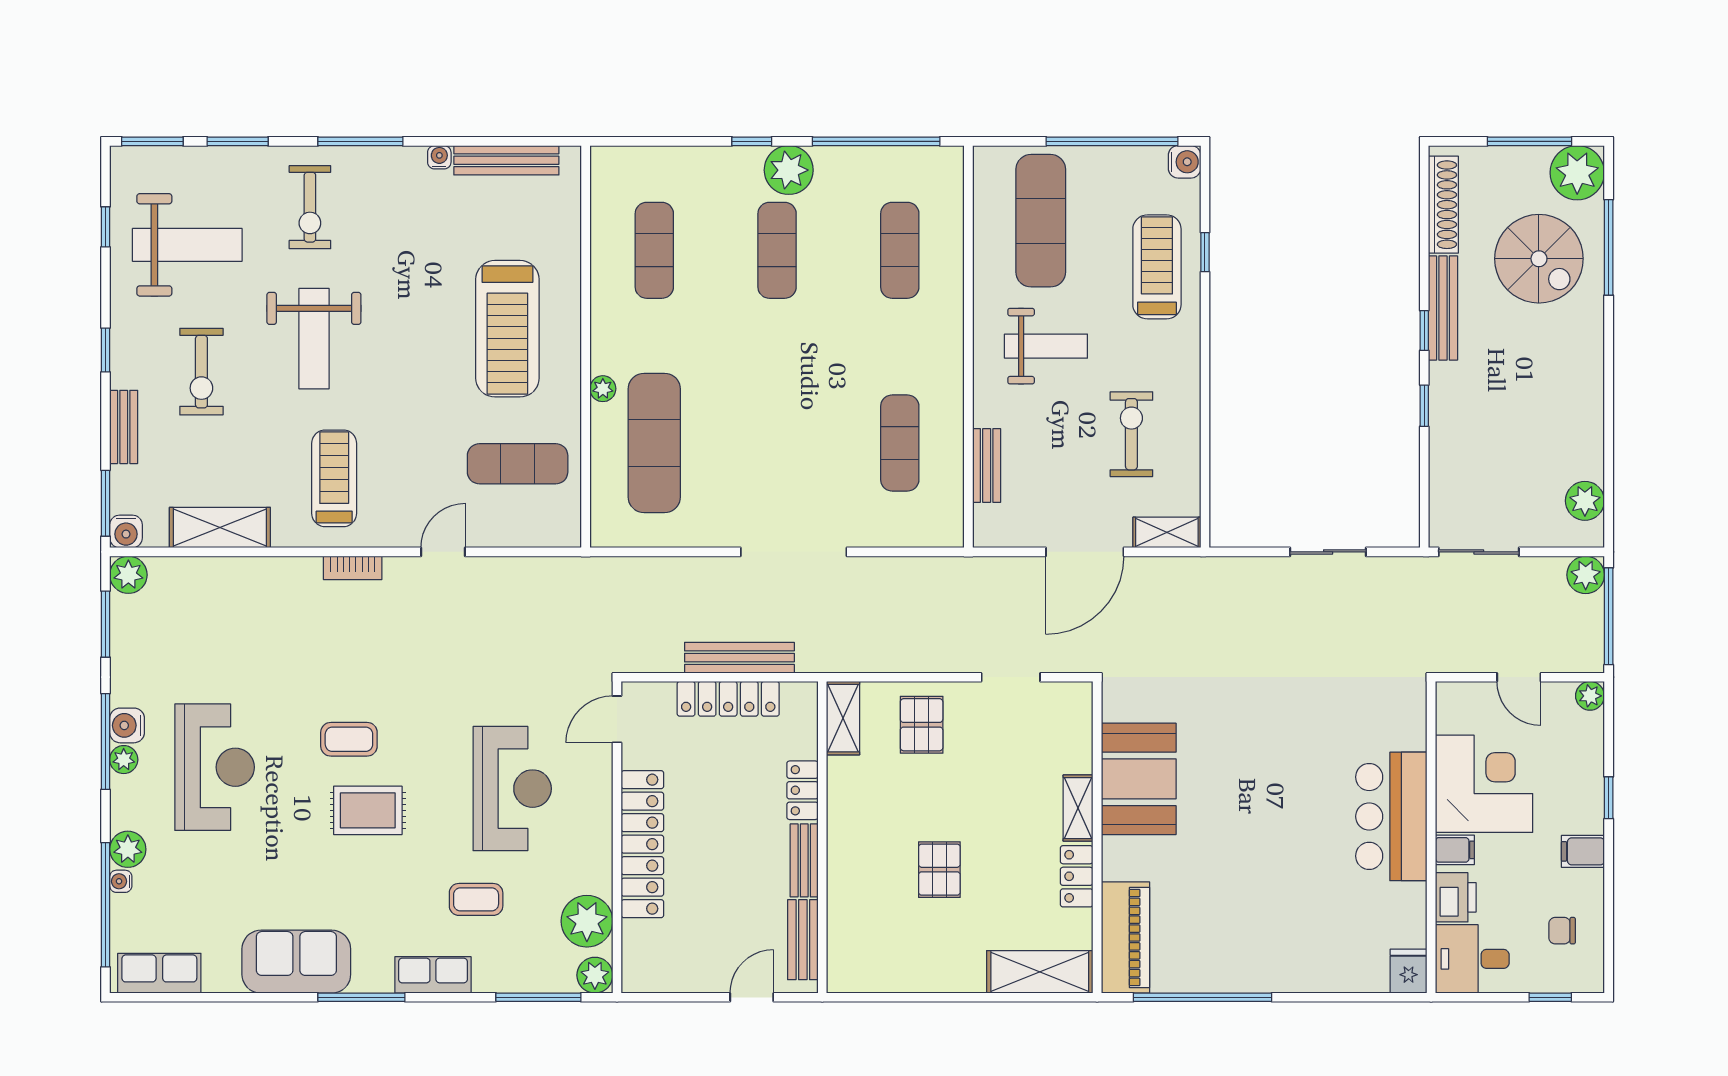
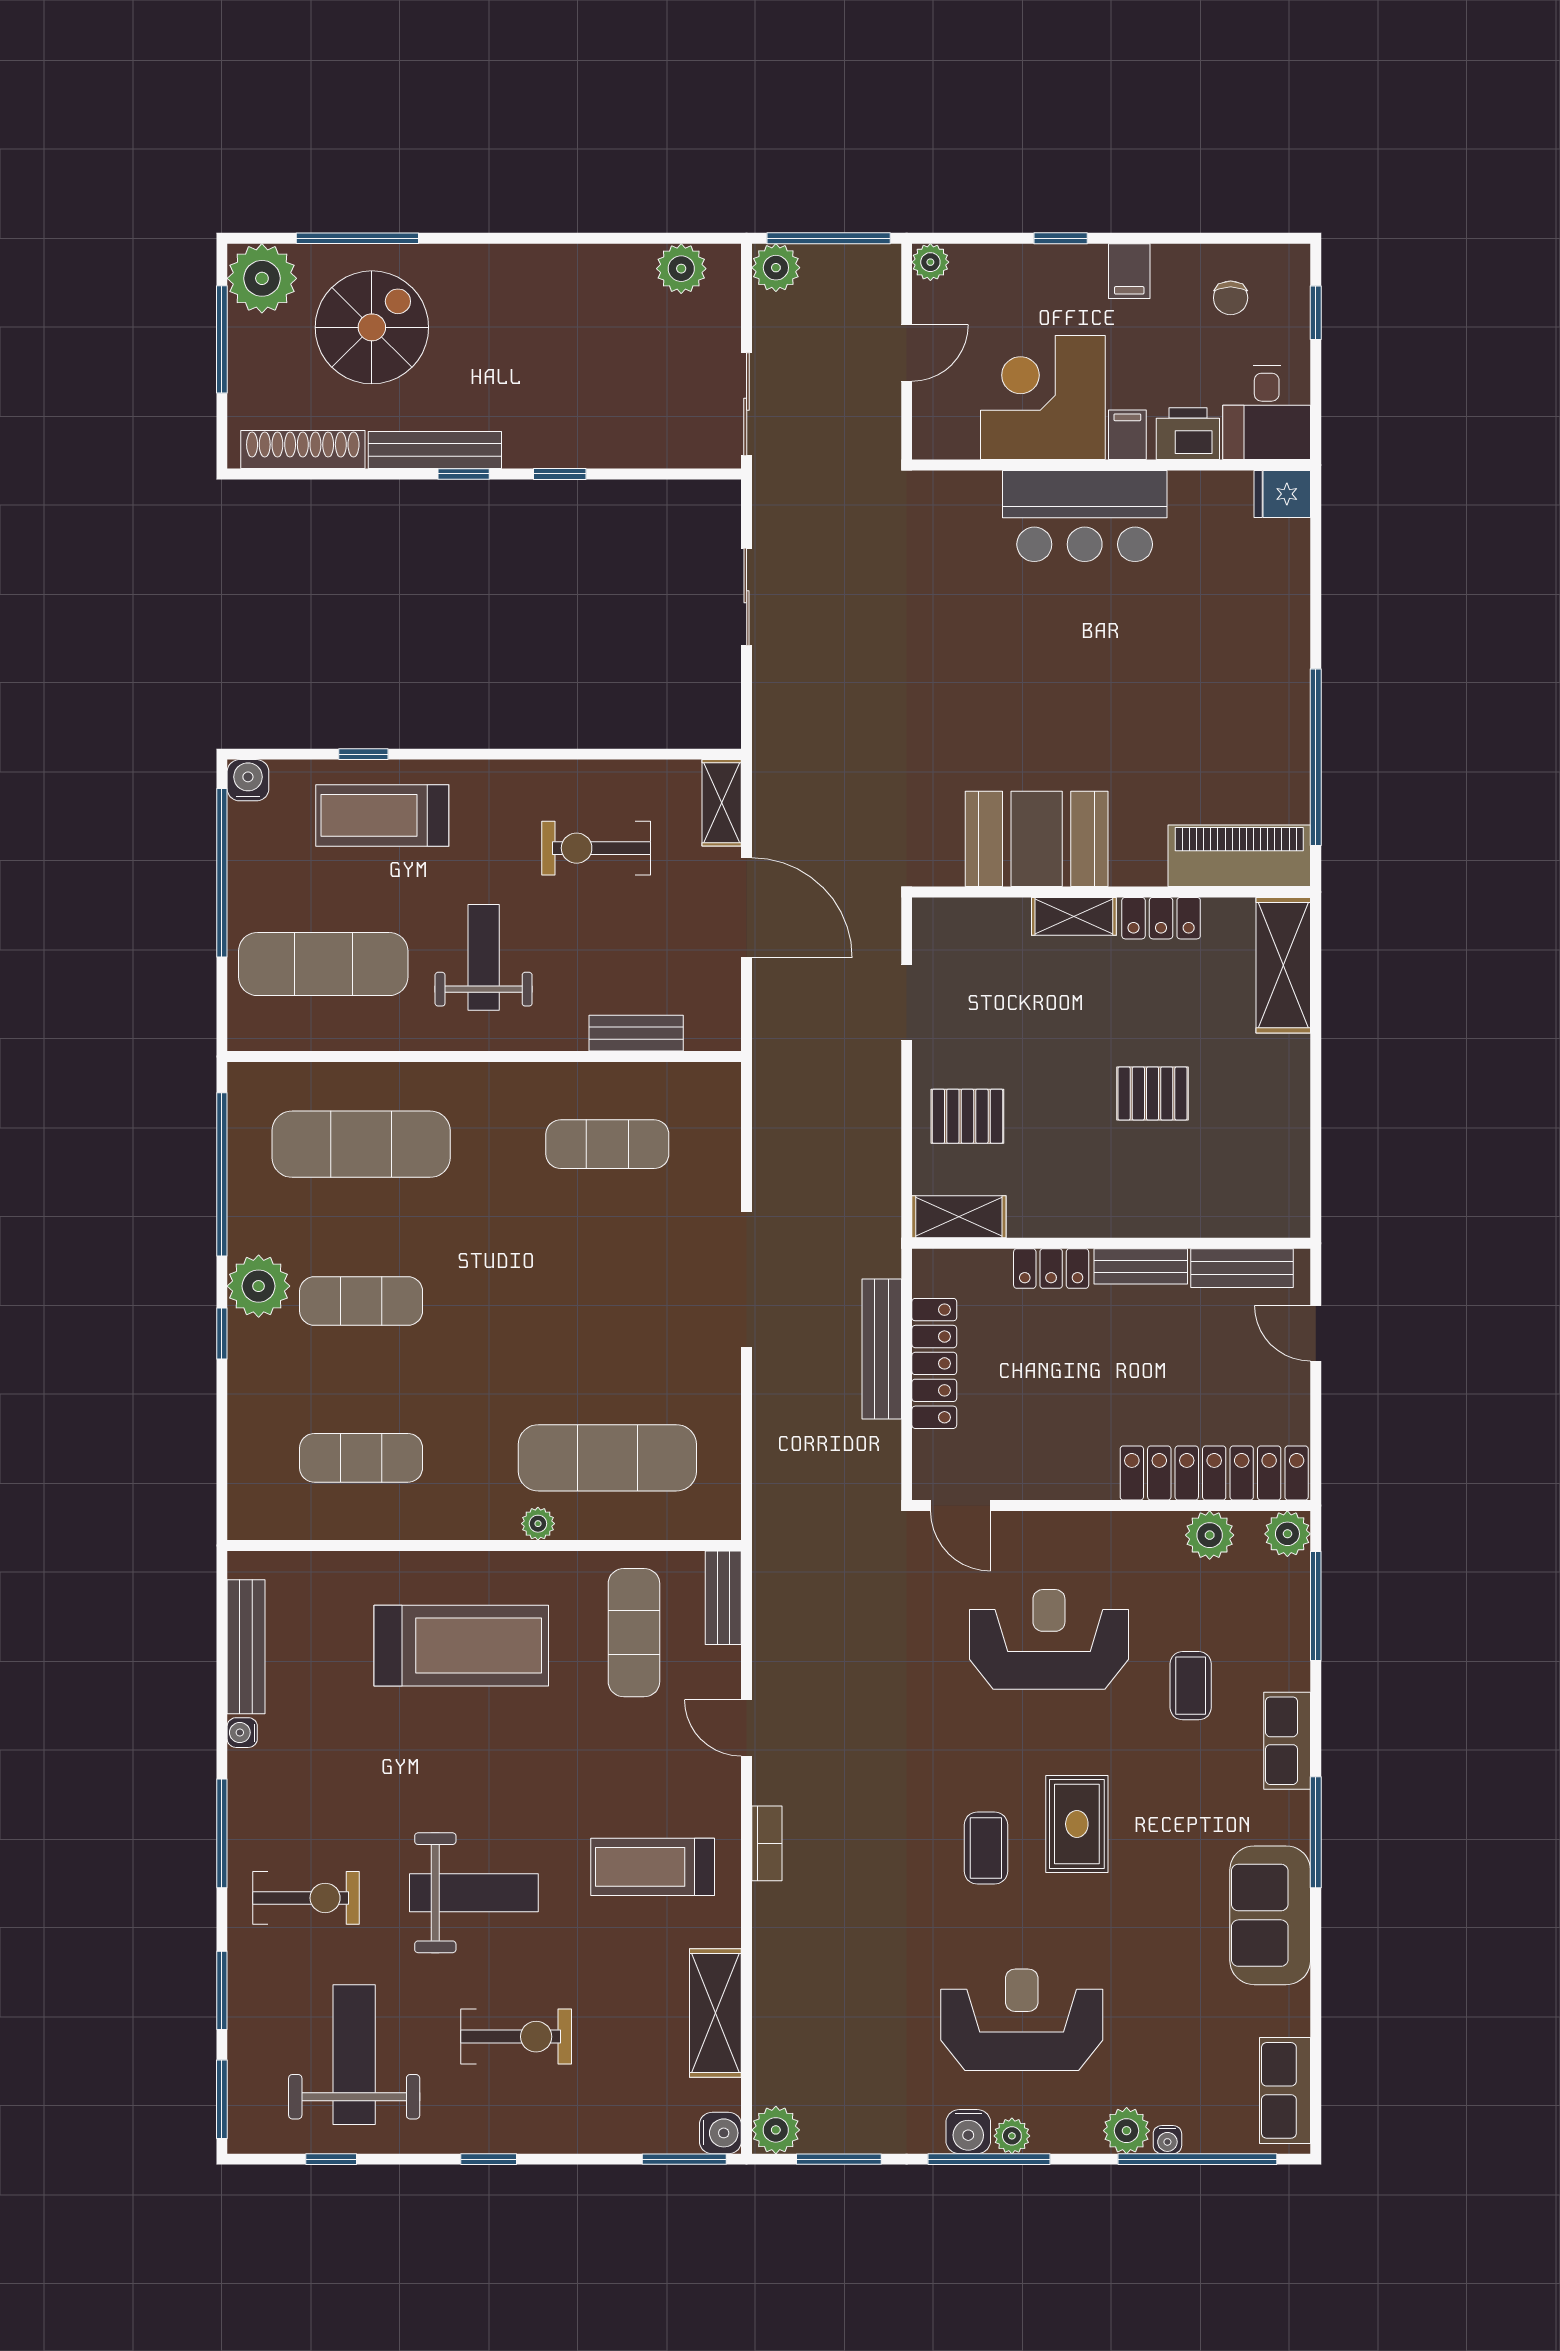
exercise mat: (900, 250) -> (361, 1144), width x1.36, depth x1.45
bench: (124, 427) -> (723, 1598), moved, turned 90
locker: (642, 844) -> (1214, 1473), moved
plant: (587, 921) -> (1210, 1535), width x0.73, depth x0.73

